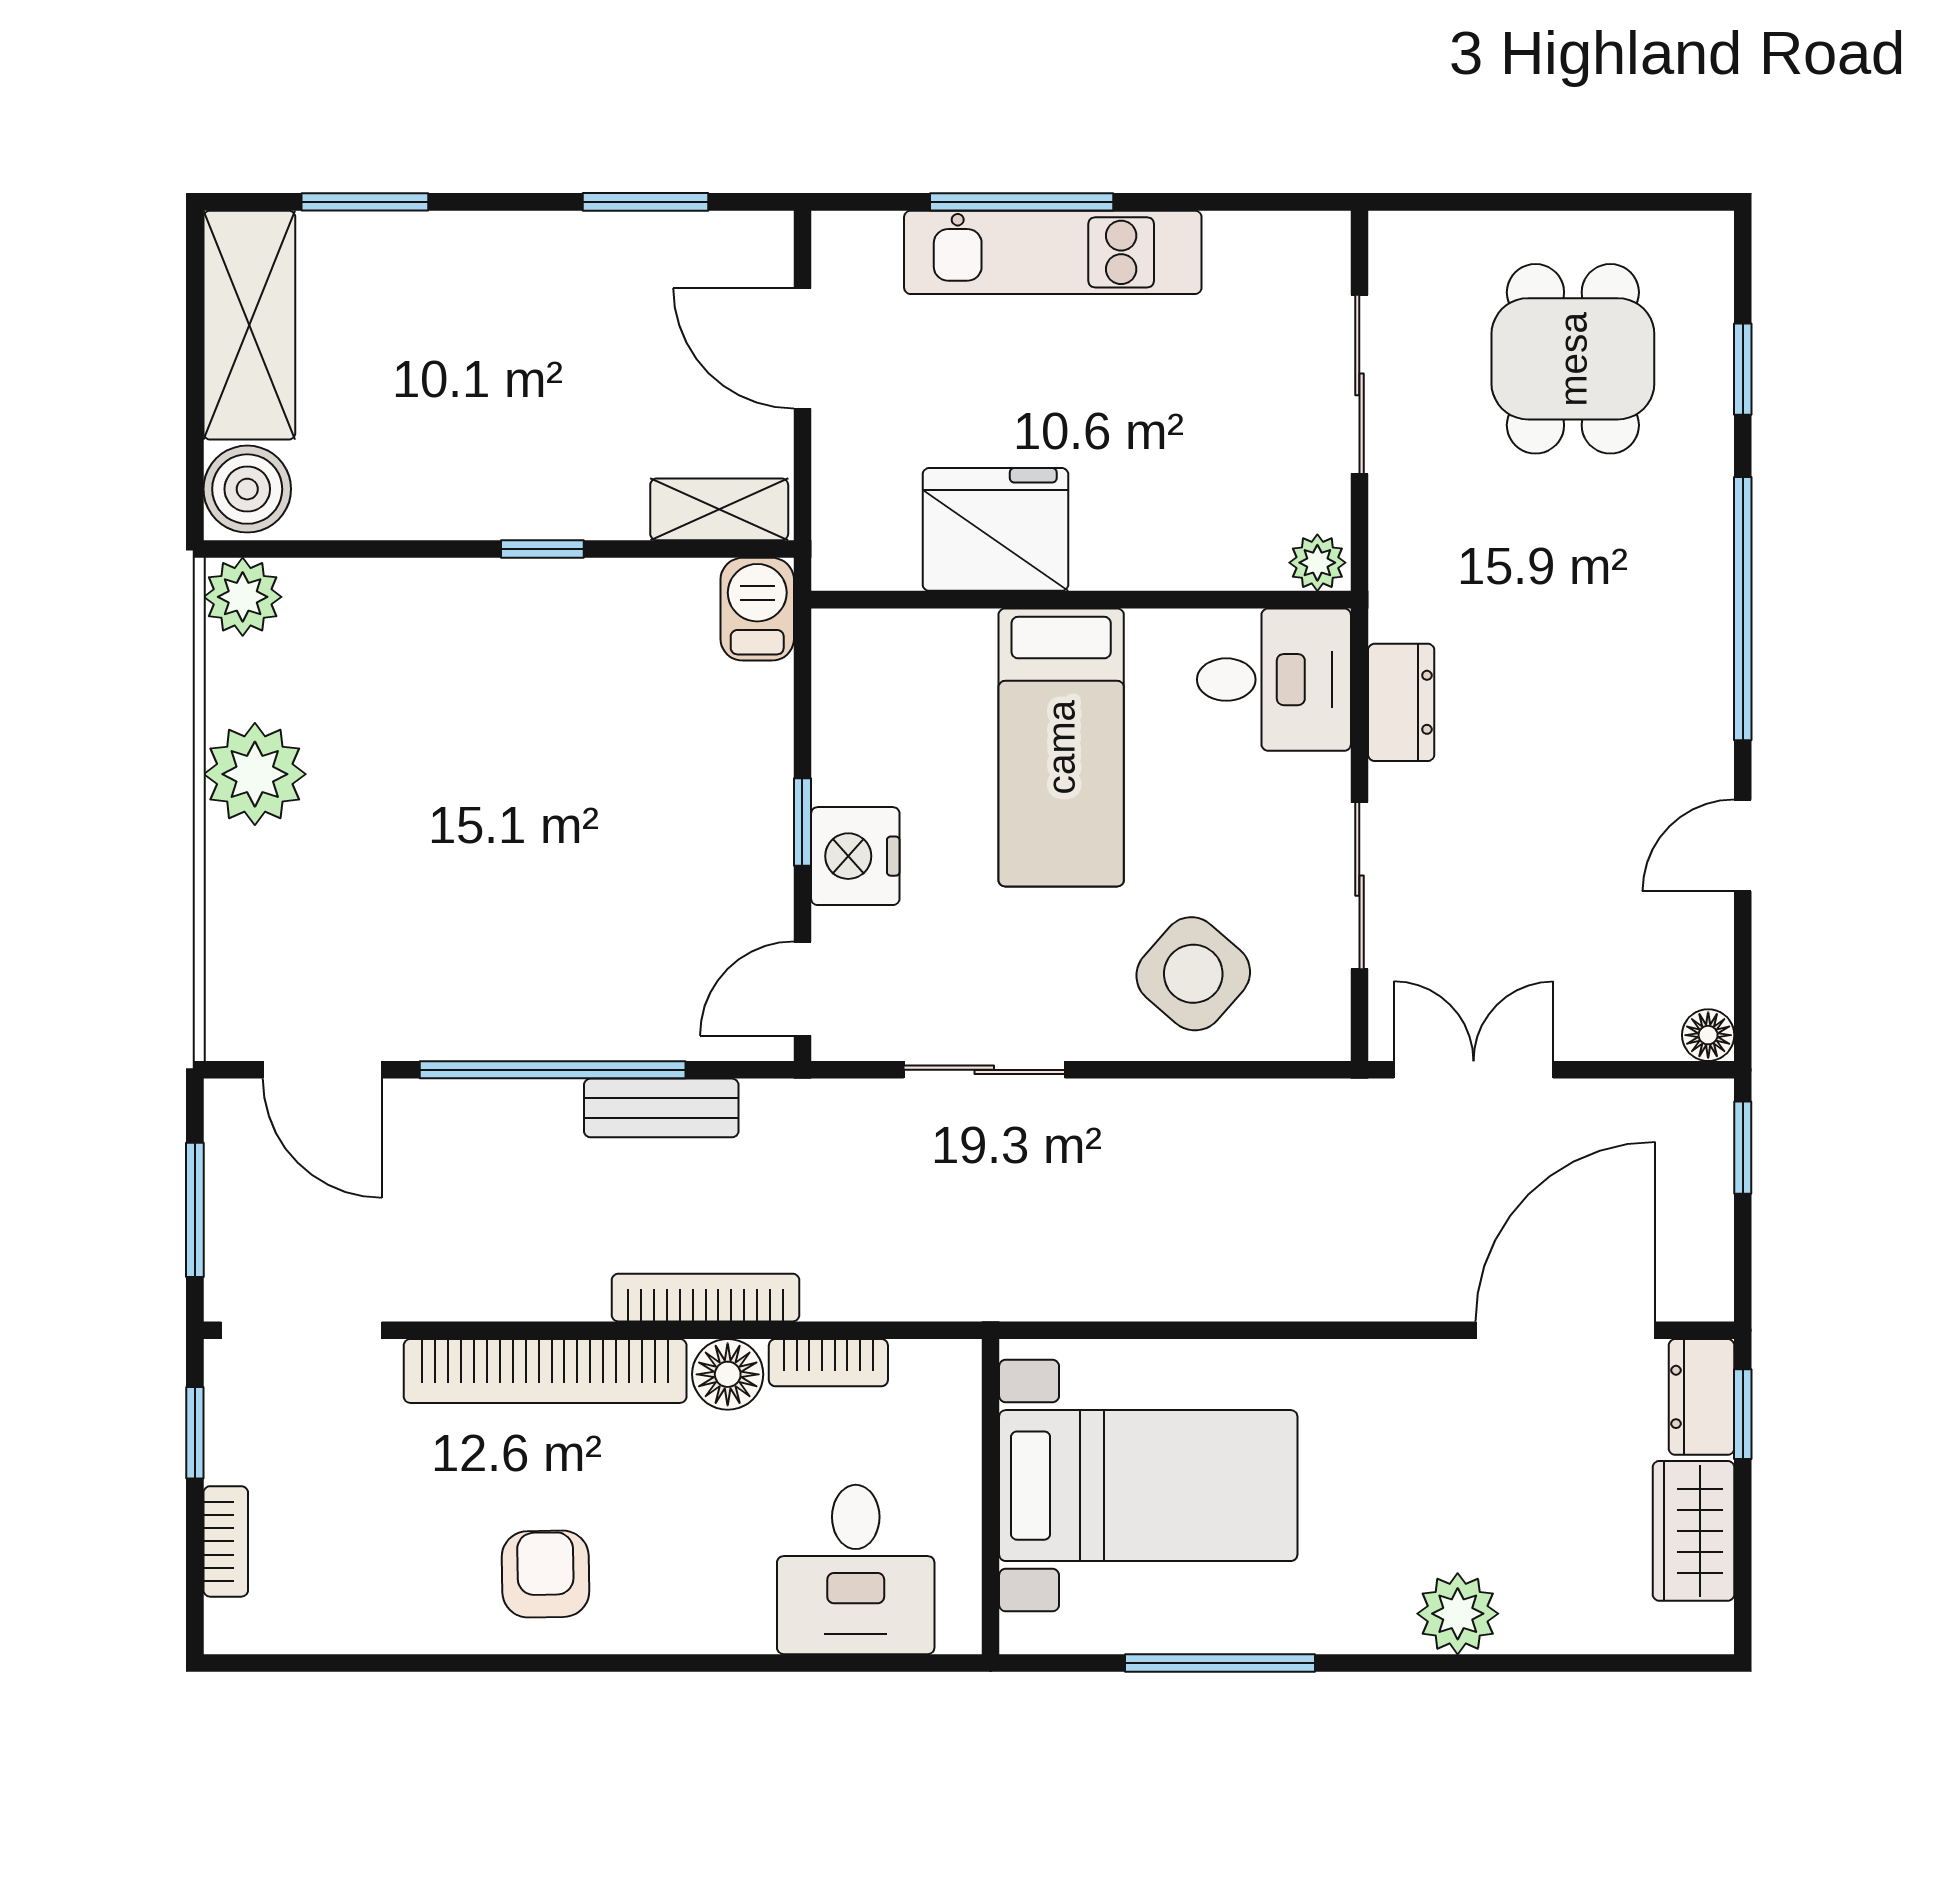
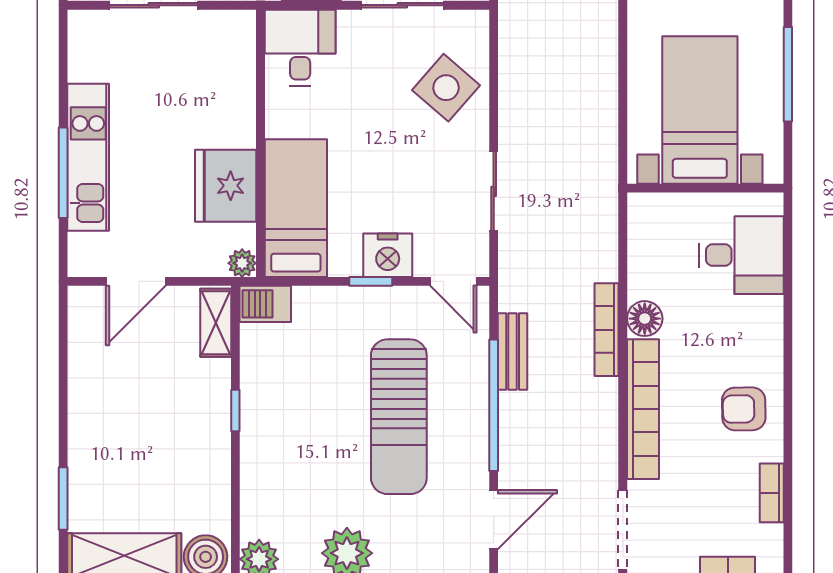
window: (646, 202) -> (63, 359), removed
plant: (1317, 563) -> (242, 263), moved
bed: (1061, 747) -> (296, 208), moved, turned -90
sun lounger: (530, 879) -> (399, 417), added
bookcase: (828, 1363) -> (772, 493), moved, turned 180

